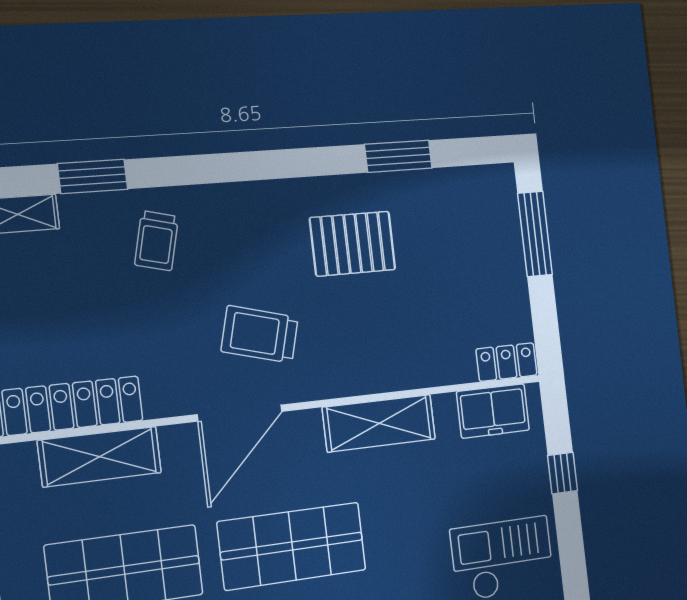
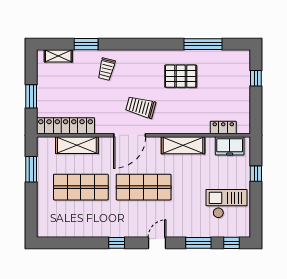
window: (398, 156) -> (203, 44), width x1.44
window: (535, 234) -> (256, 78), width x0.46
locker: (507, 362) -> (223, 127), moved

